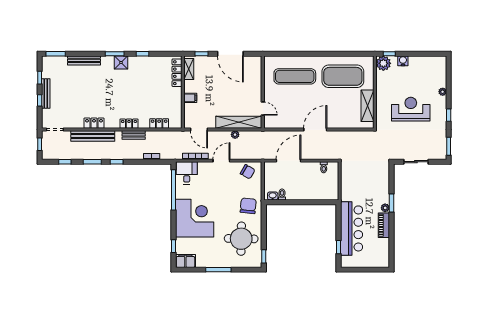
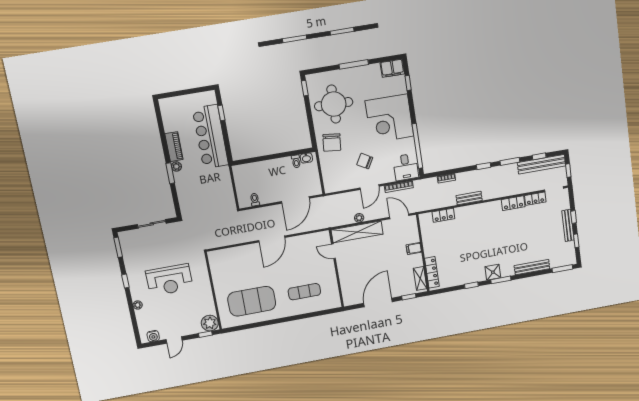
door: (230, 54) -> (378, 302), hinge flipped
door: (417, 54) -> (174, 340), added
water cooler: (403, 61) -> (153, 336), moved
exercise mat: (295, 76) -> (304, 292), width x0.73, depth x0.69
shelving: (367, 106) -> (219, 275), removed
locker: (129, 124) -> (535, 199), moved
bench: (93, 136) -> (541, 164), moved
chair: (248, 172) -> (365, 161), moved

